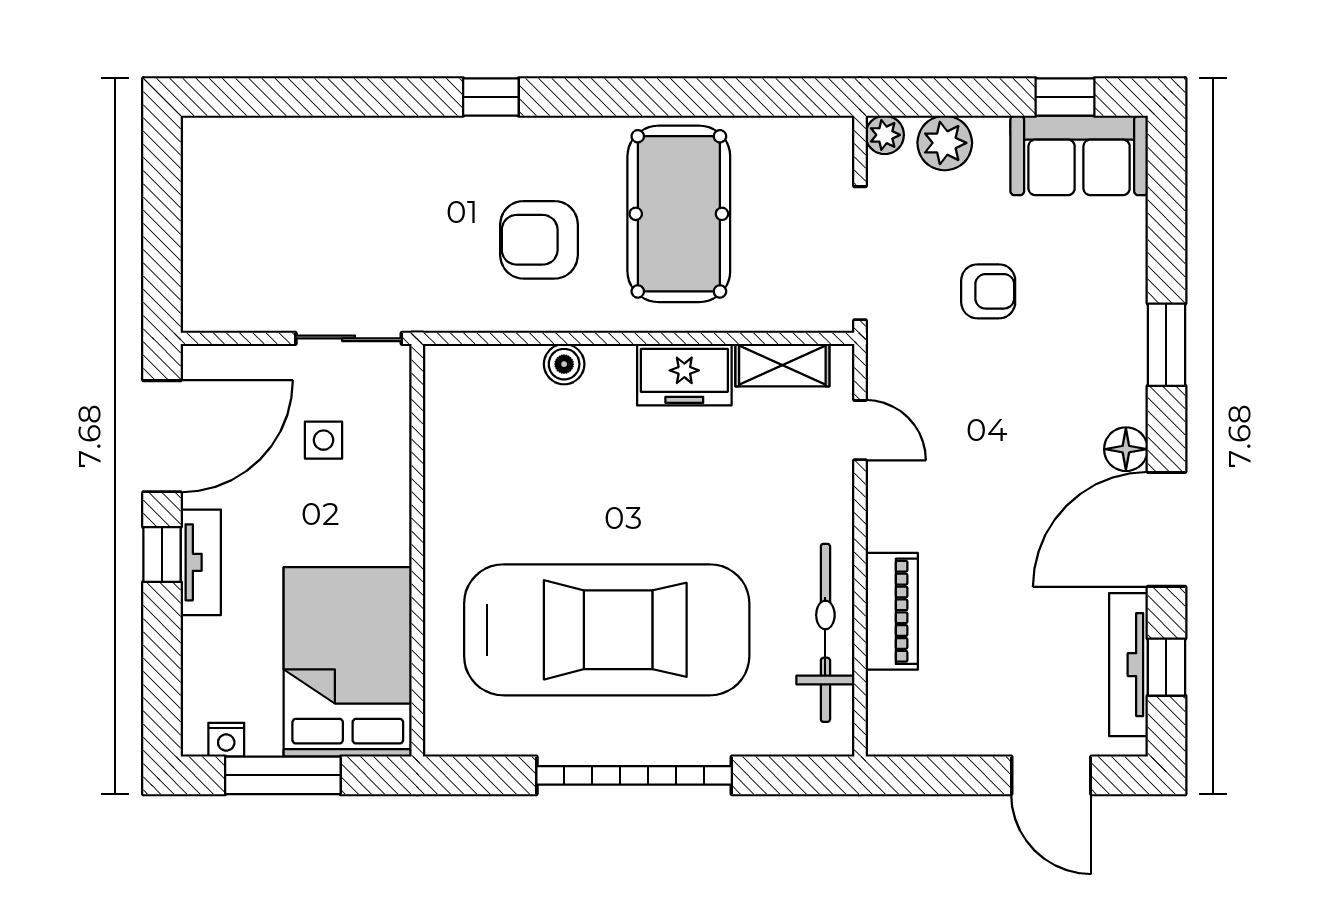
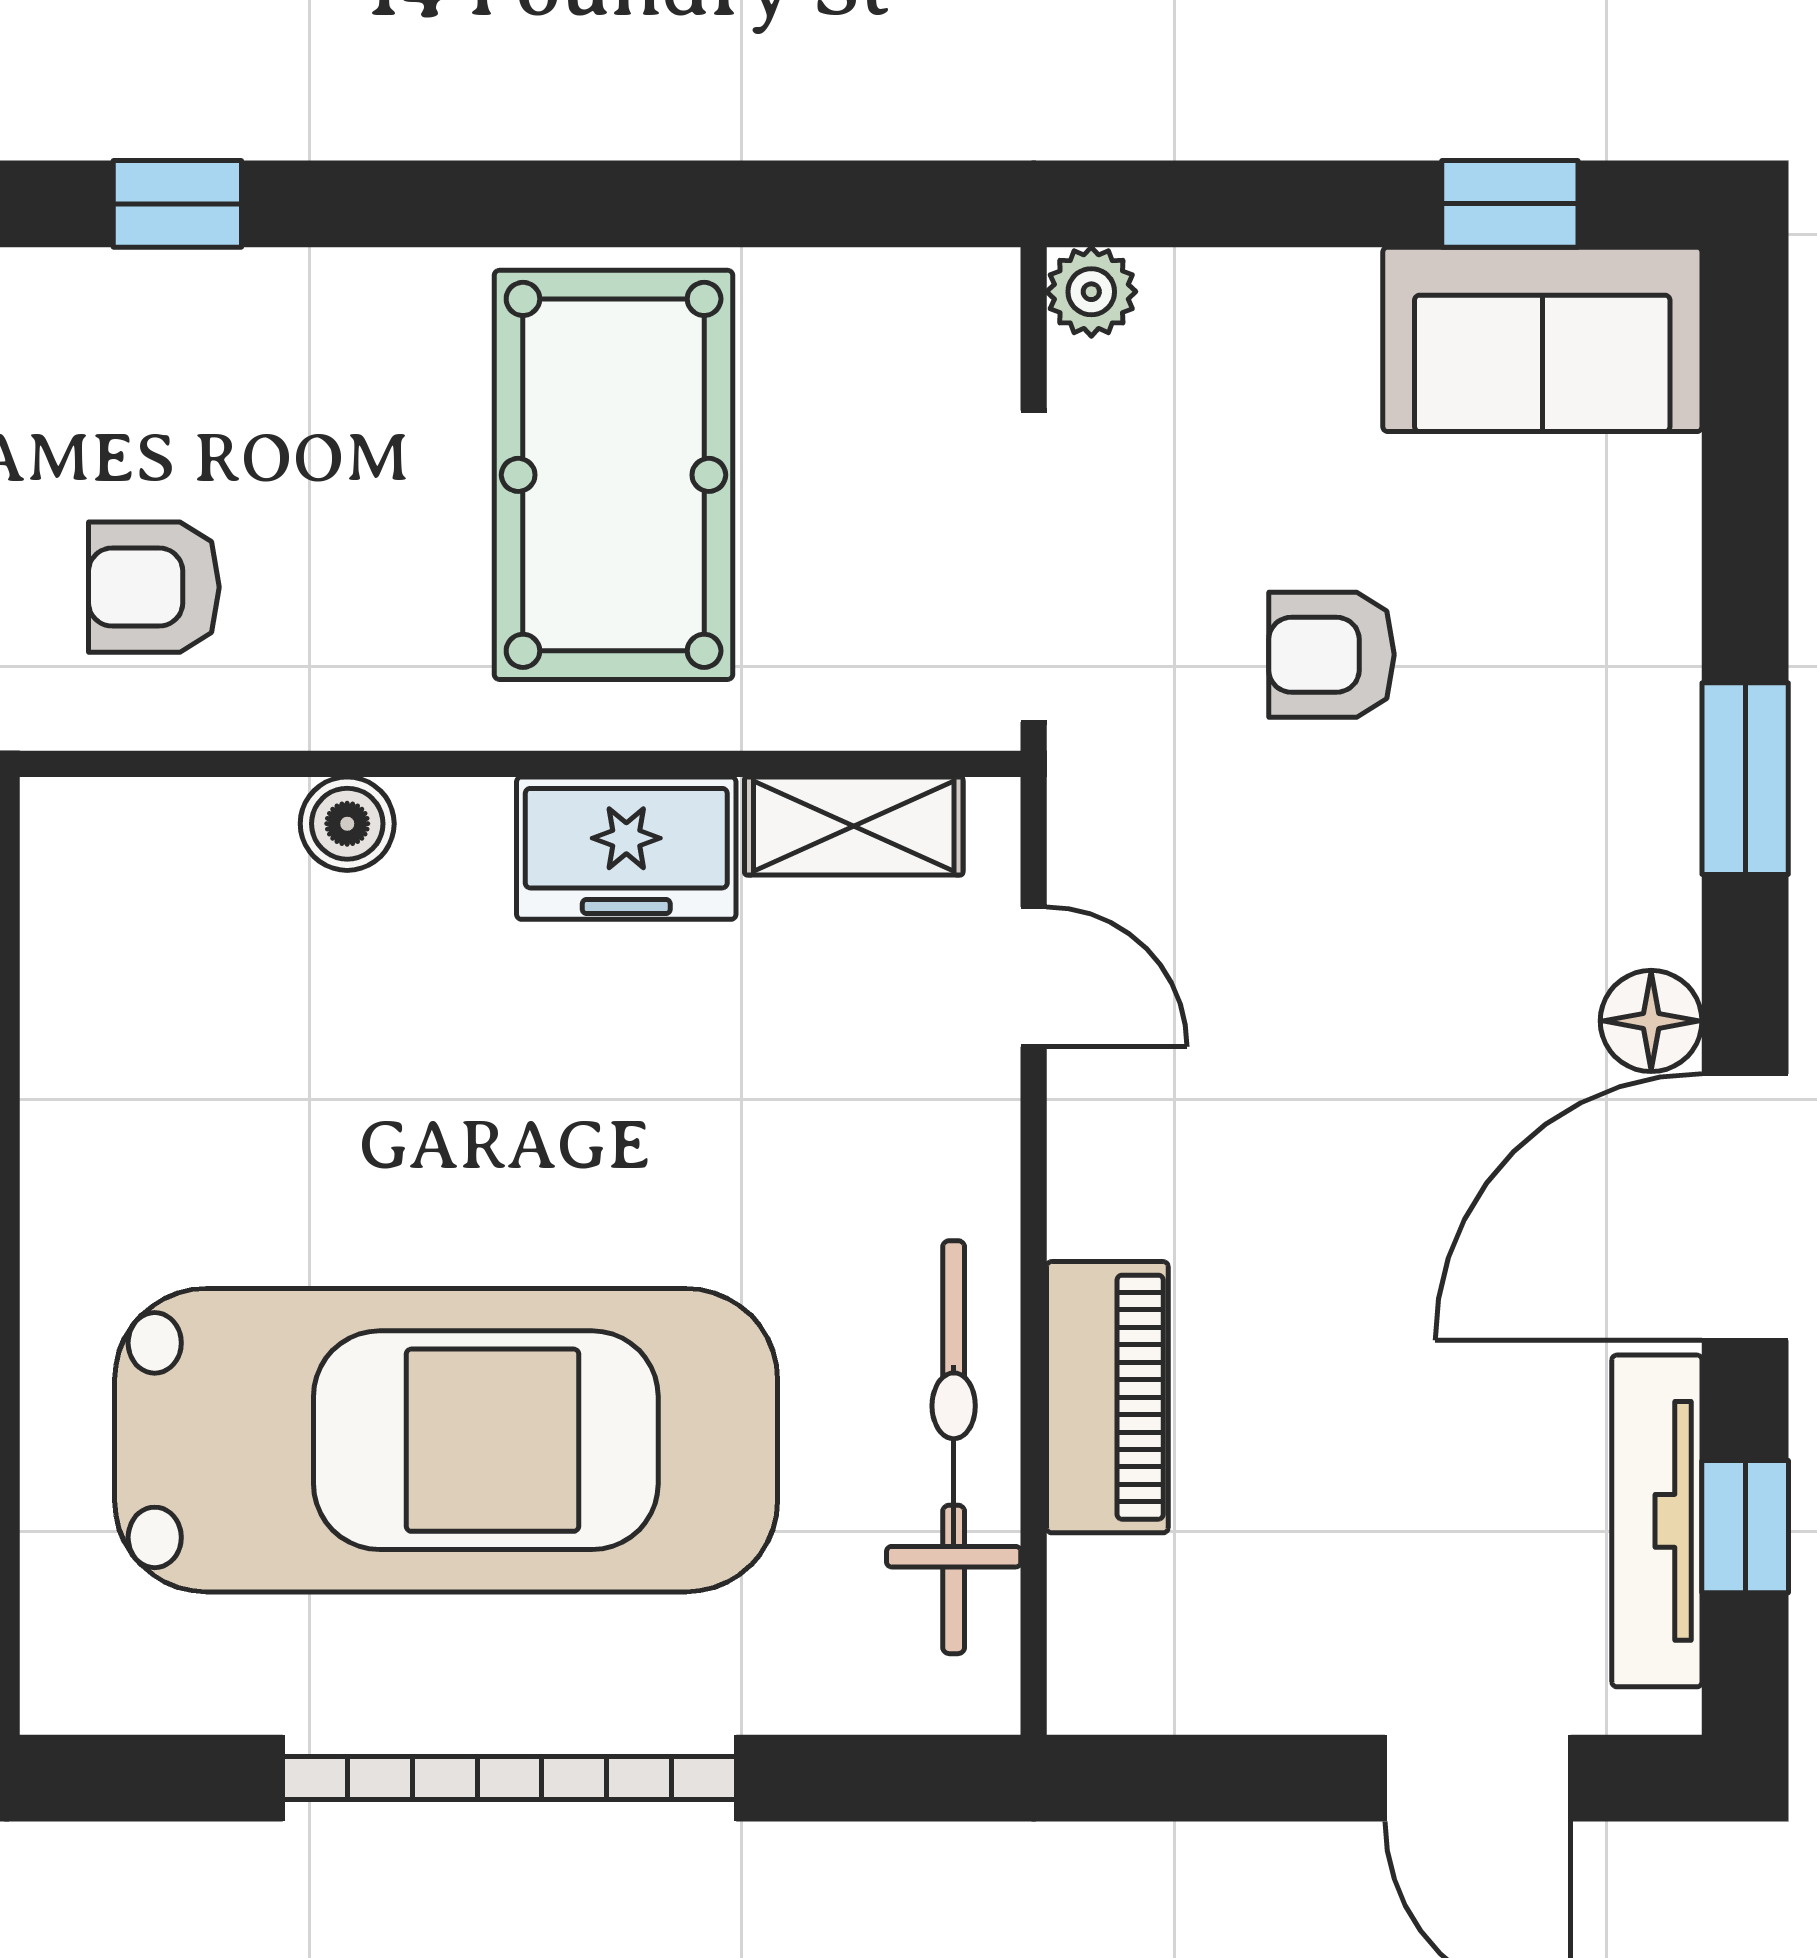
plant: (945, 143) -> (1231, 310), removed
armchair: (539, 240) -> (154, 587), moved, width x0.72, depth x0.72
armchair: (988, 291) -> (1331, 655), turned 180

